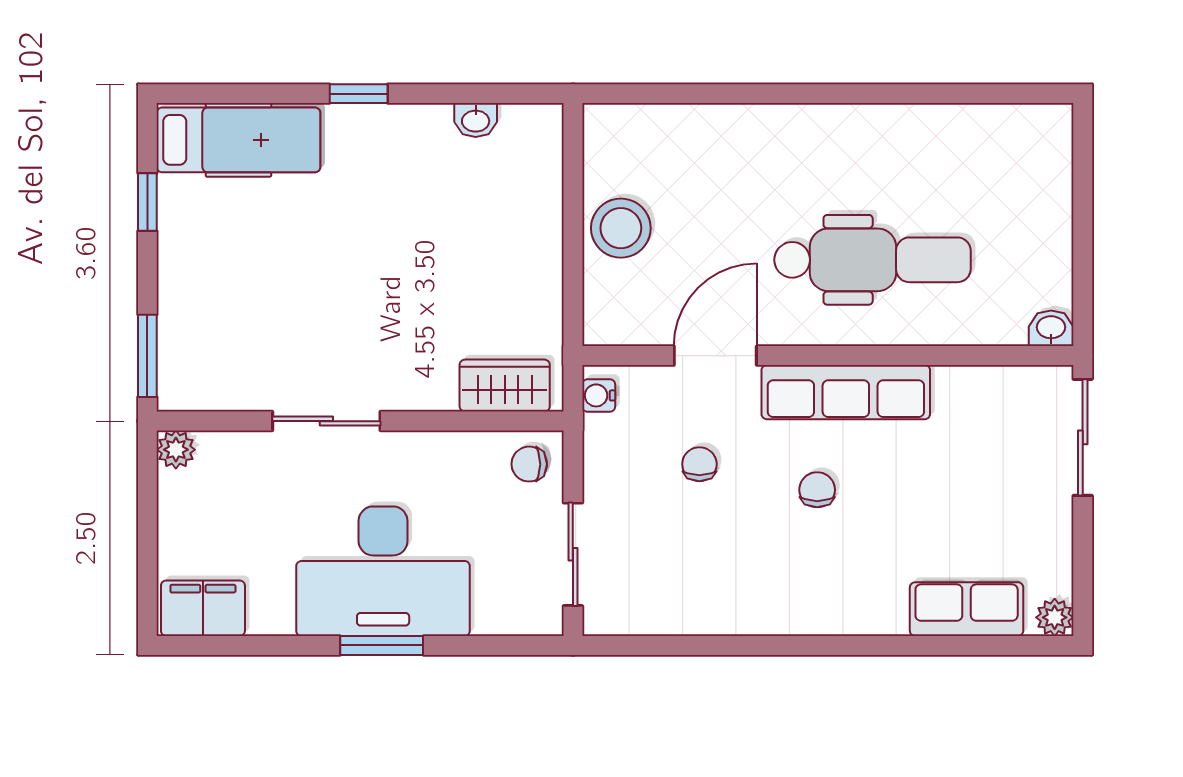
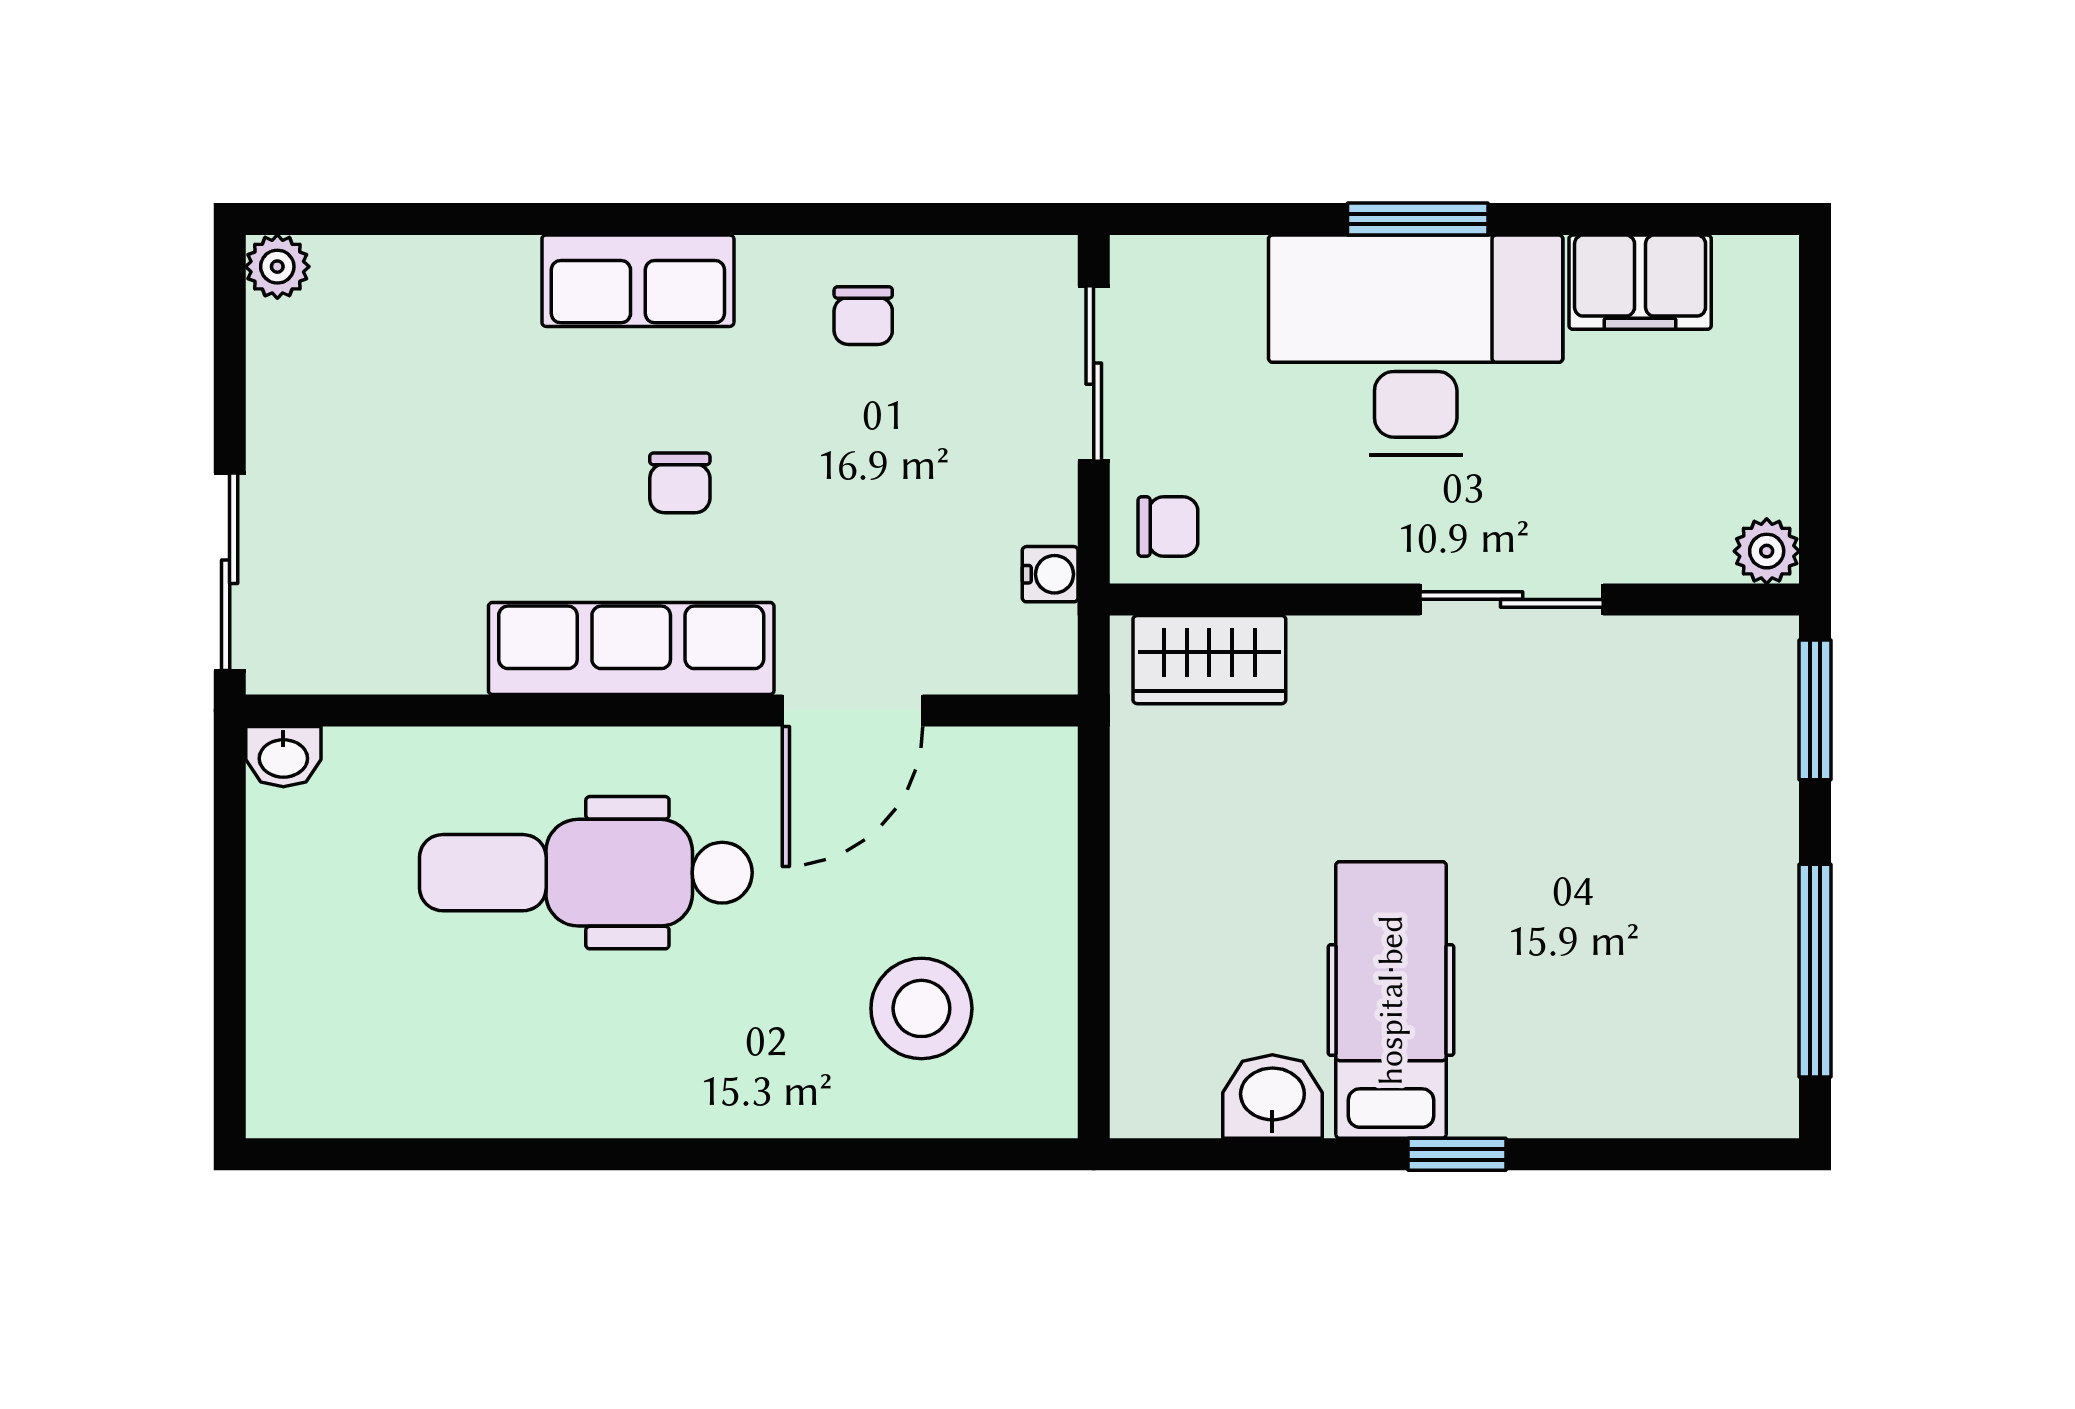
washbasin: (476, 120) -> (1272, 1097), width x1.38, depth x1.45
hospital bed: (238, 140) -> (1391, 1000), moved, turned 90
window: (147, 202) -> (1815, 971), width x2.17
stool: (621, 228) -> (921, 1008), moved
water cooler: (599, 395) -> (1050, 574), moved
chair: (699, 464) -> (863, 316), moved
filing cabinet: (203, 608) -> (1640, 282), moved
row of seats: (967, 609) -> (638, 281), moved

